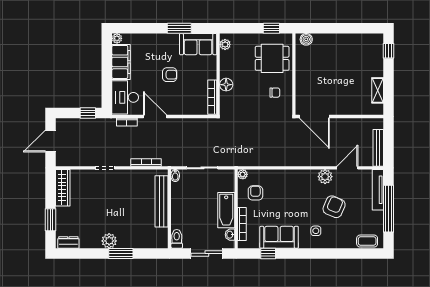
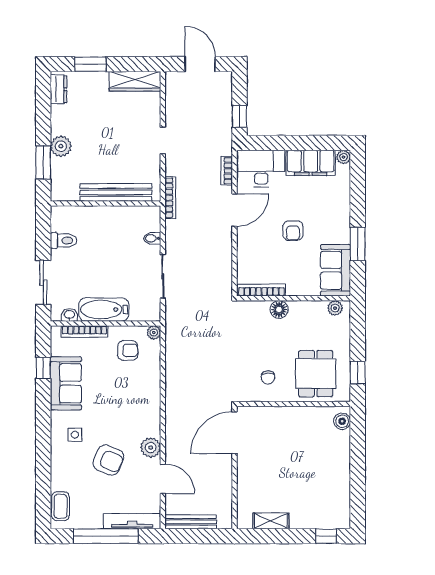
bench: (162, 201) -> (116, 192), moved
wall: (169, 209) -> (106, 203), moved

